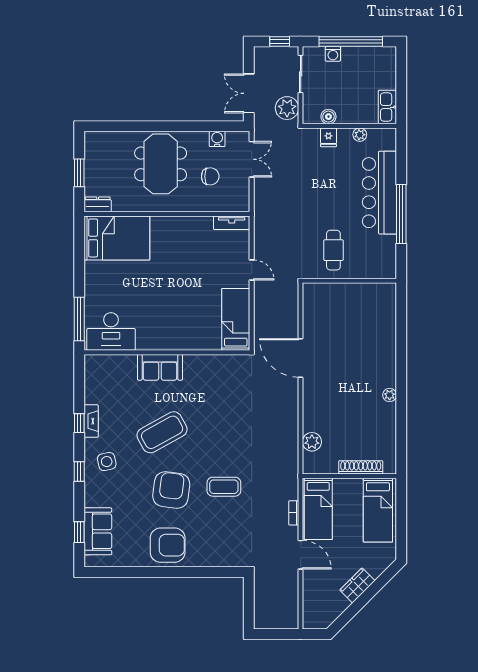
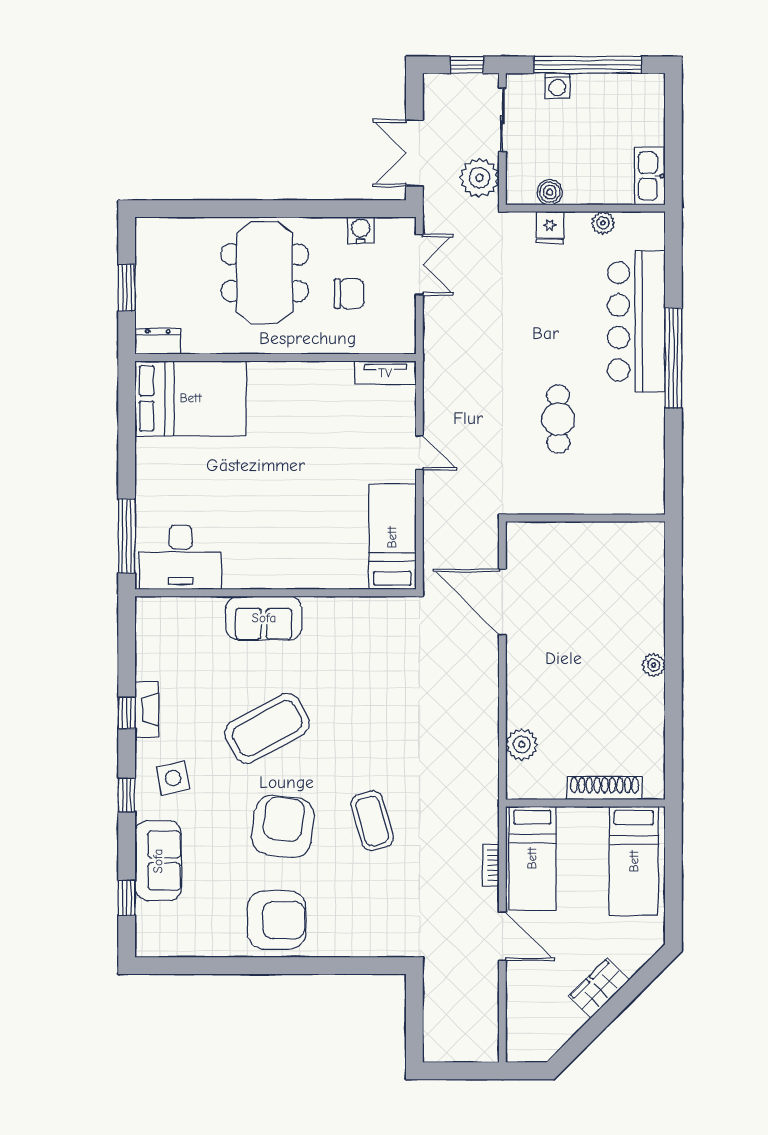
wall: (349, 281) -> (585, 518), moved
coffee table: (224, 487) -> (372, 821), turned 74
sofa: (98, 531) -> (158, 861), moved

